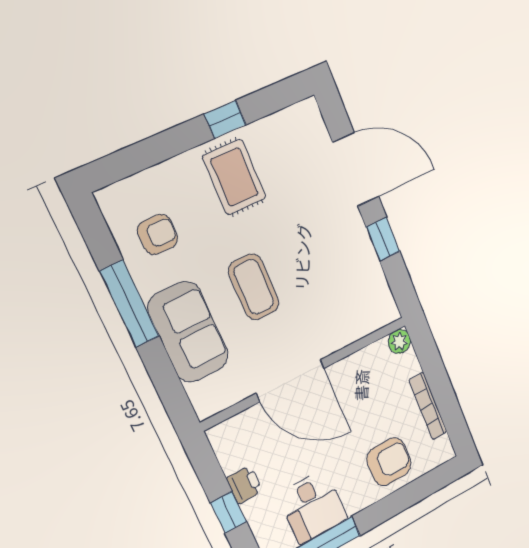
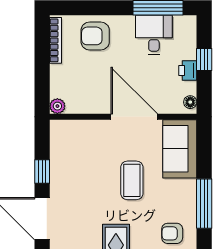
sofa: (188, 332) -> (180, 149), moved
bookcase: (428, 406) -> (55, 40), moved
floor lamp: (221, 443) -> (190, 102), added

